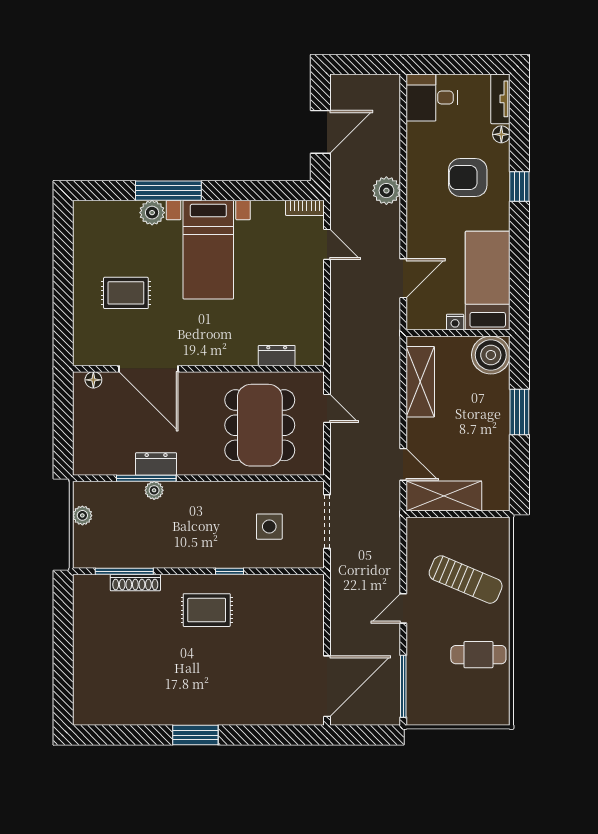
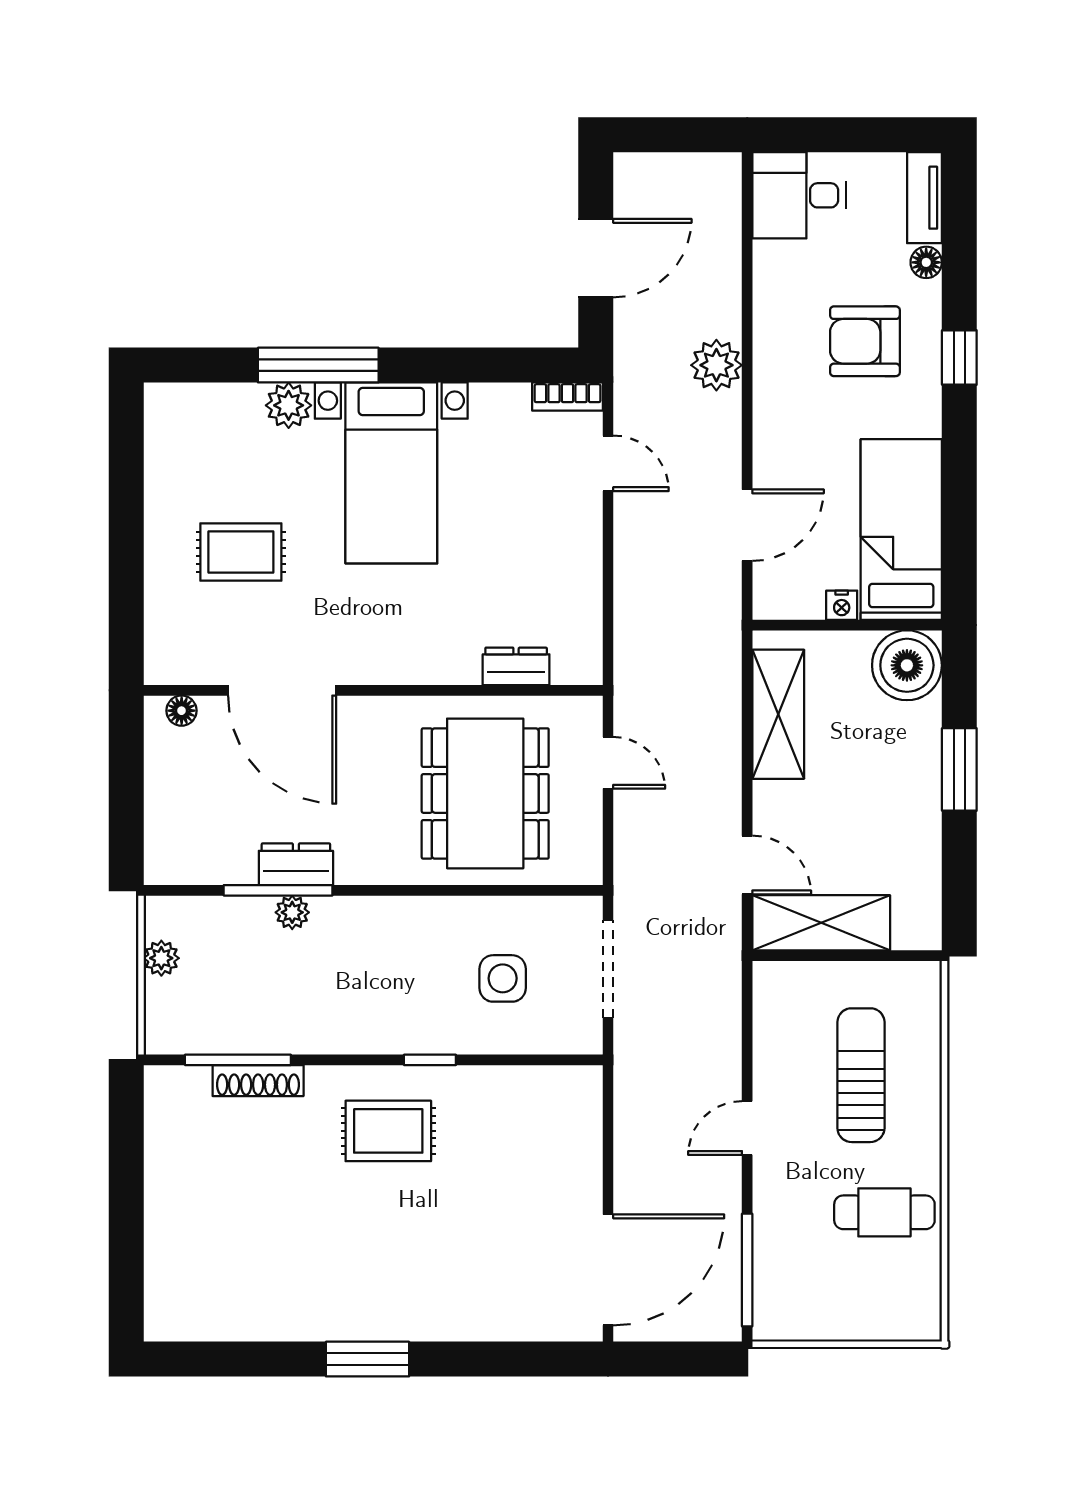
sun lounger: (466, 580) -> (861, 1075), turned -113

